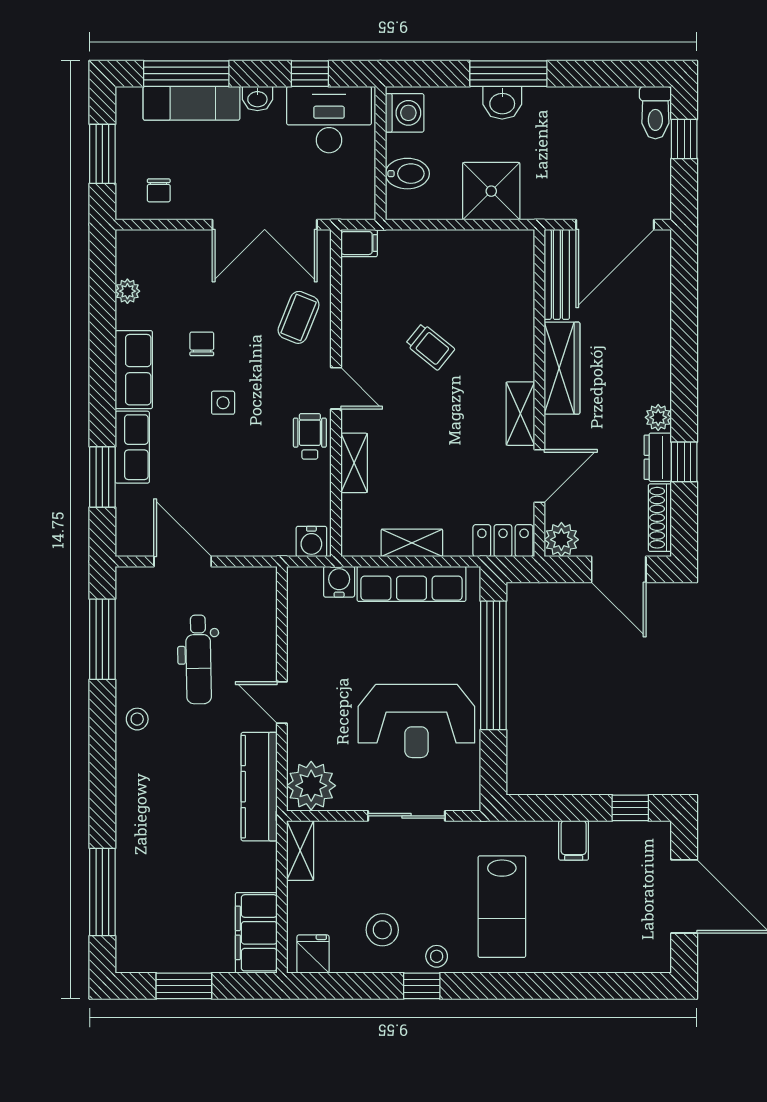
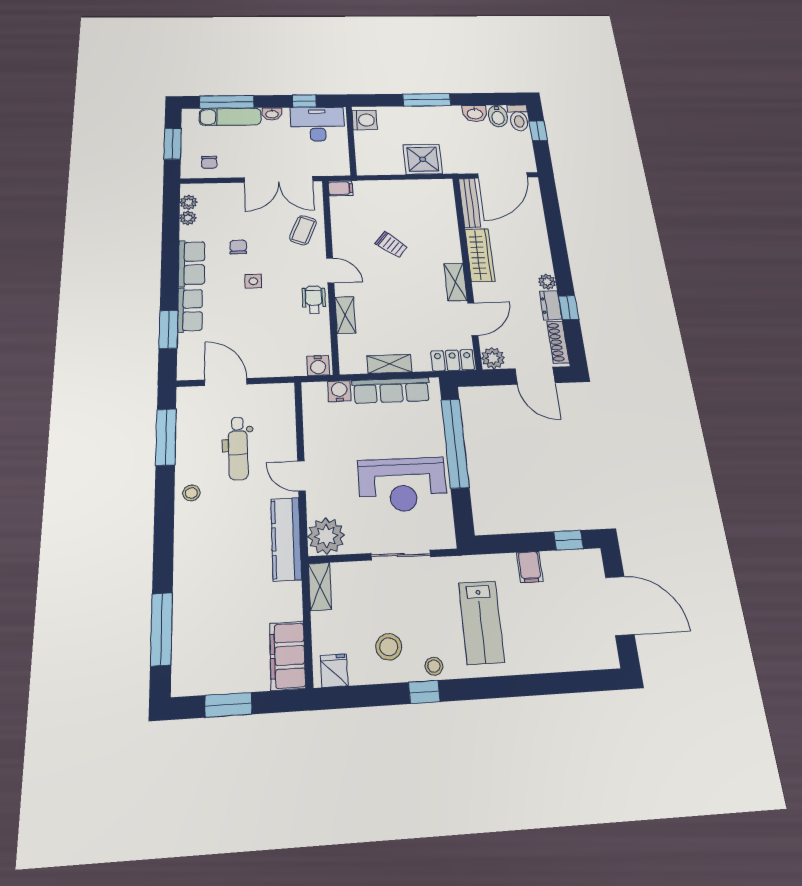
washbasin: (502, 103) -> (475, 114), moved
bidet: (407, 174) -> (498, 116), moved, turned 90
plant: (128, 263) -> (189, 202), added

